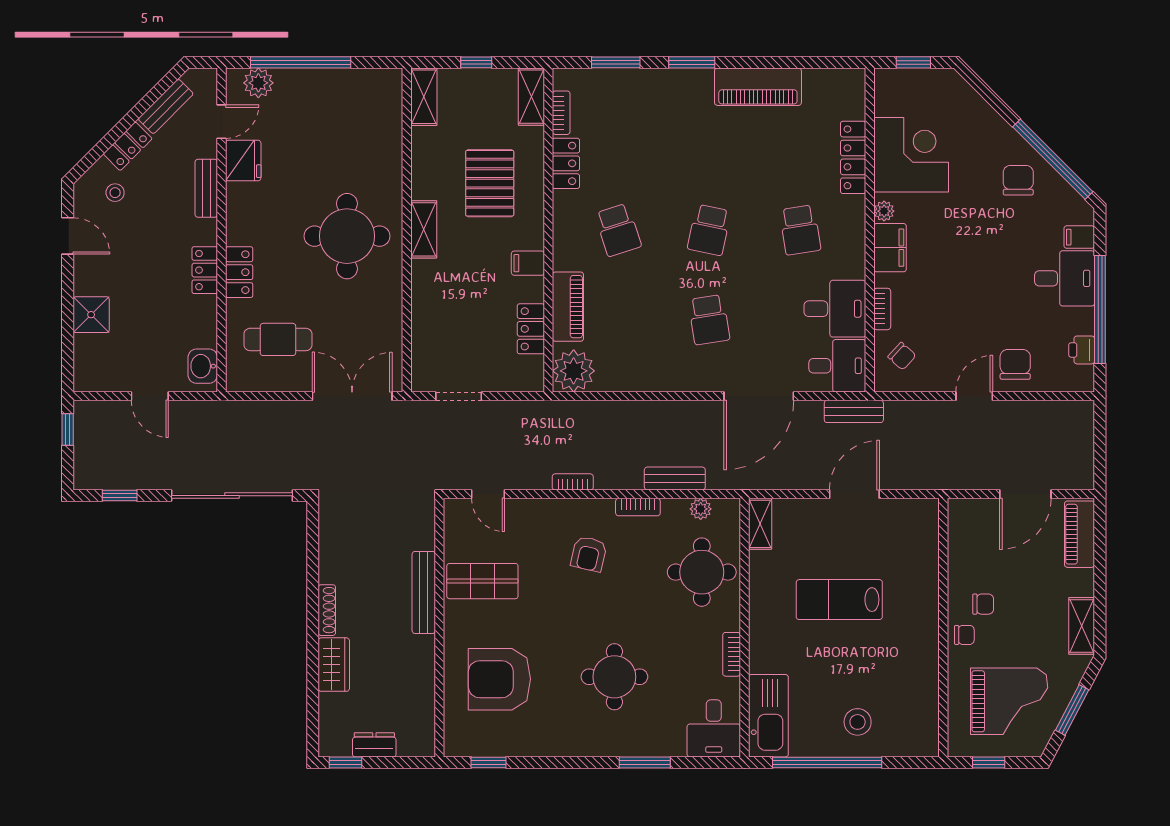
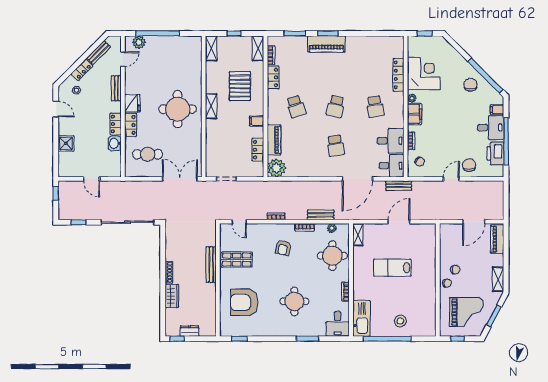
piano: (758, 87) -> (326, 44), moved
fridge: (243, 160) -> (132, 103), moved
printer: (1082, 350) -> (495, 153), width x1.87, depth x1.48
washbasin: (203, 366) -> (115, 143), moved

